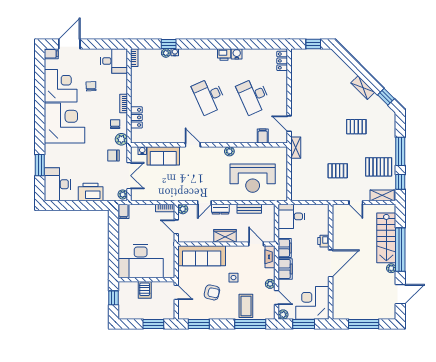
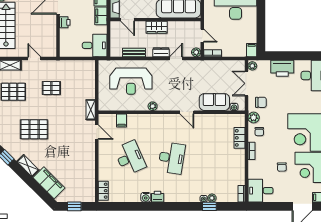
filing cabinet: (340, 69) -> (49, 183), added
desk: (209, 96) -> (172, 158), turned 33
pallet: (356, 127) -> (34, 129), width x1.50, depth x1.42
reception desk: (253, 178) -> (131, 81), turned 180

